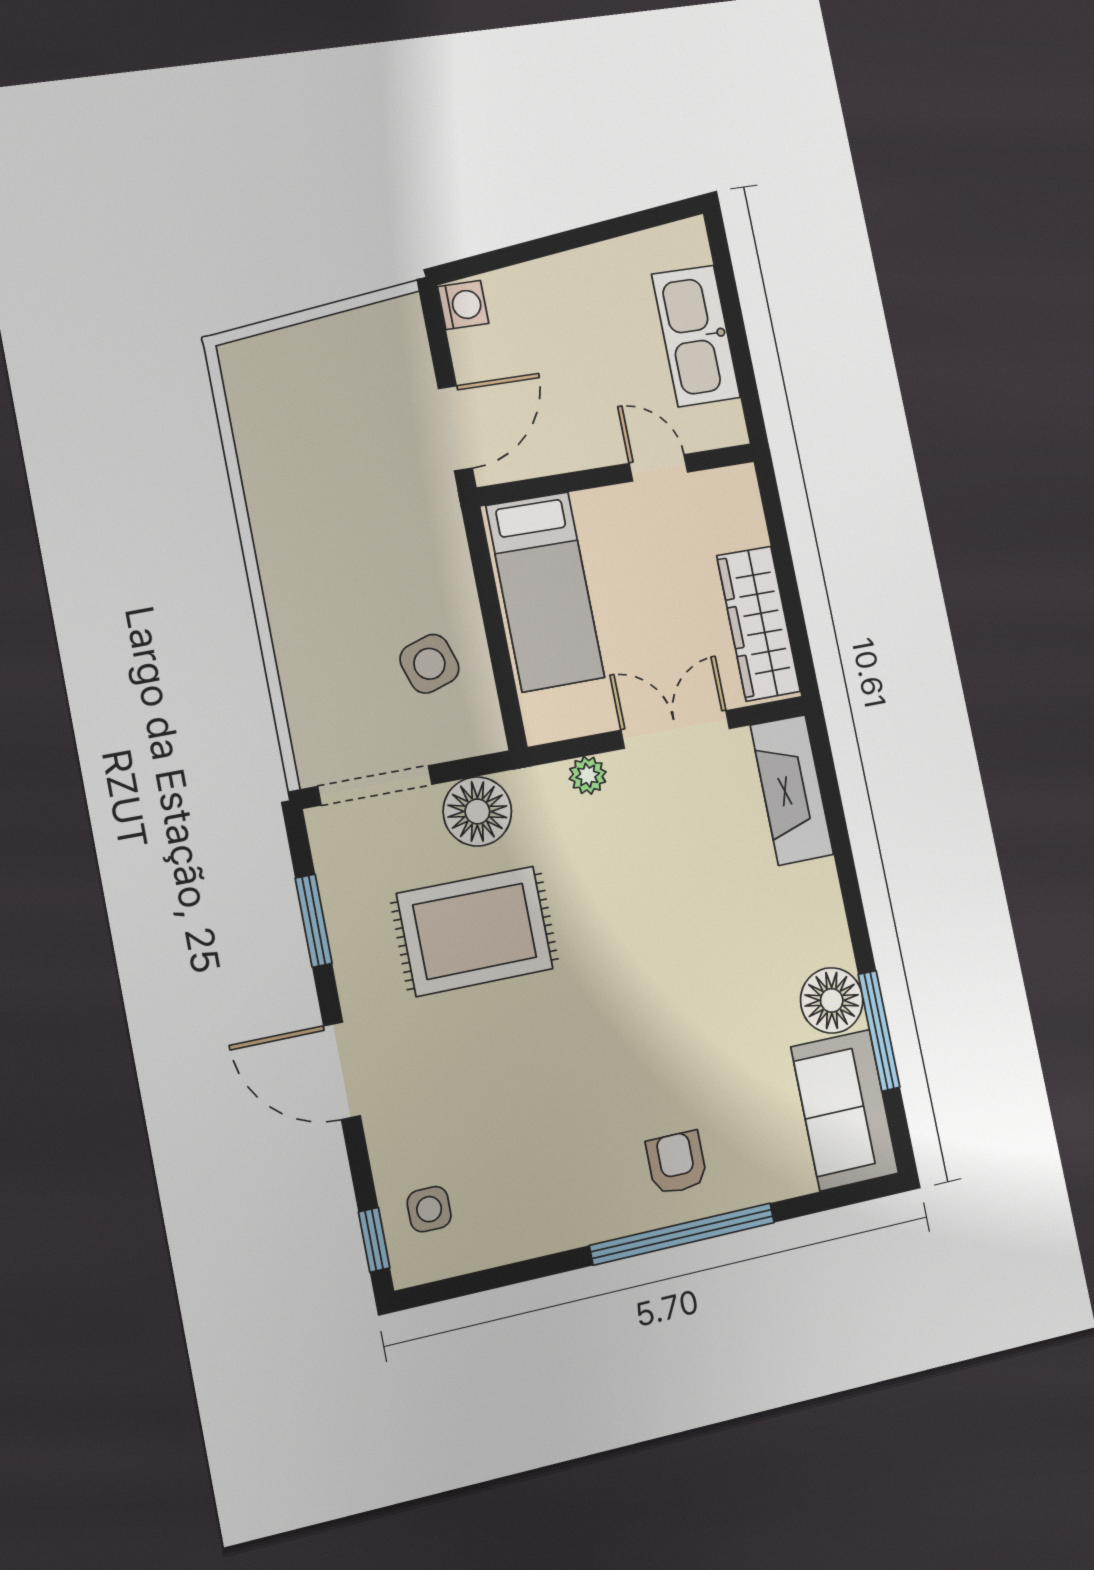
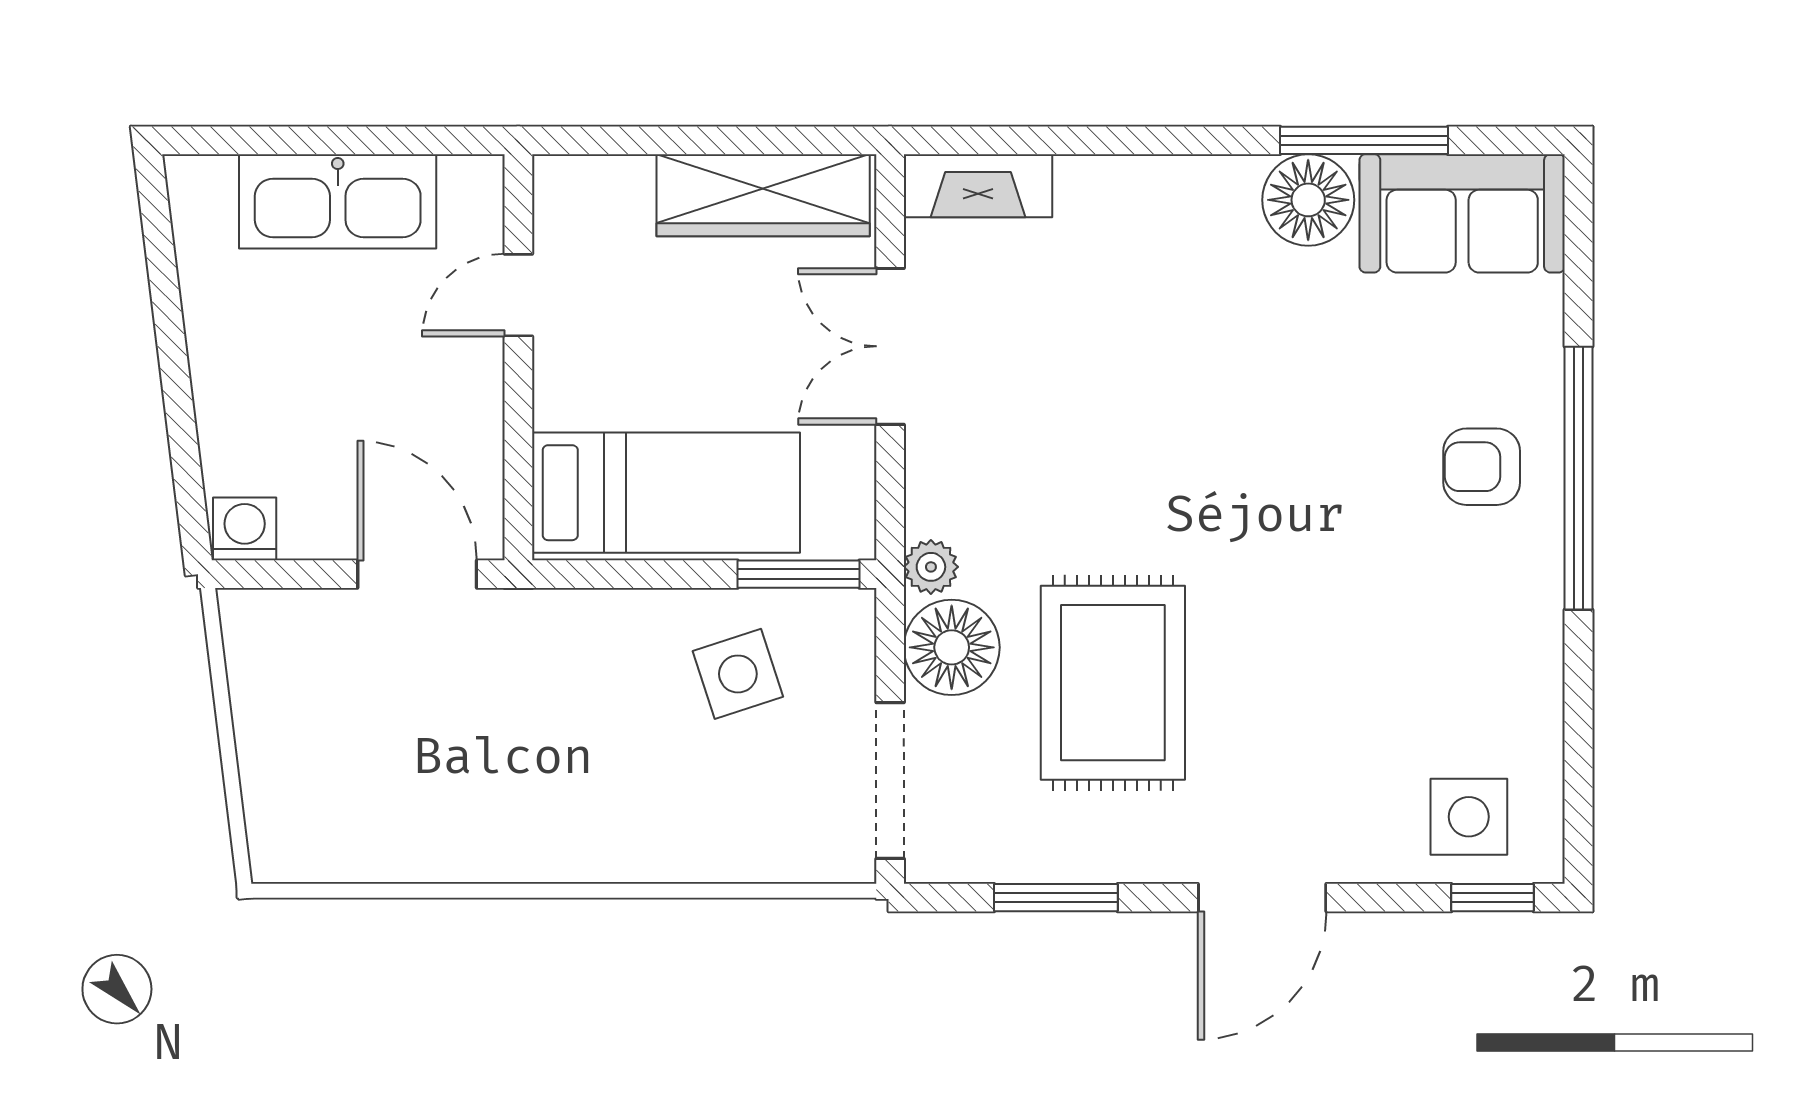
window: (507, 694) -> (799, 574), added
plant: (588, 775) -> (931, 567), moved
fireplace: (792, 790) -> (978, 186), width x0.73, depth x0.76
side table: (429, 1209) -> (1469, 817), width x1.37, depth x1.37

